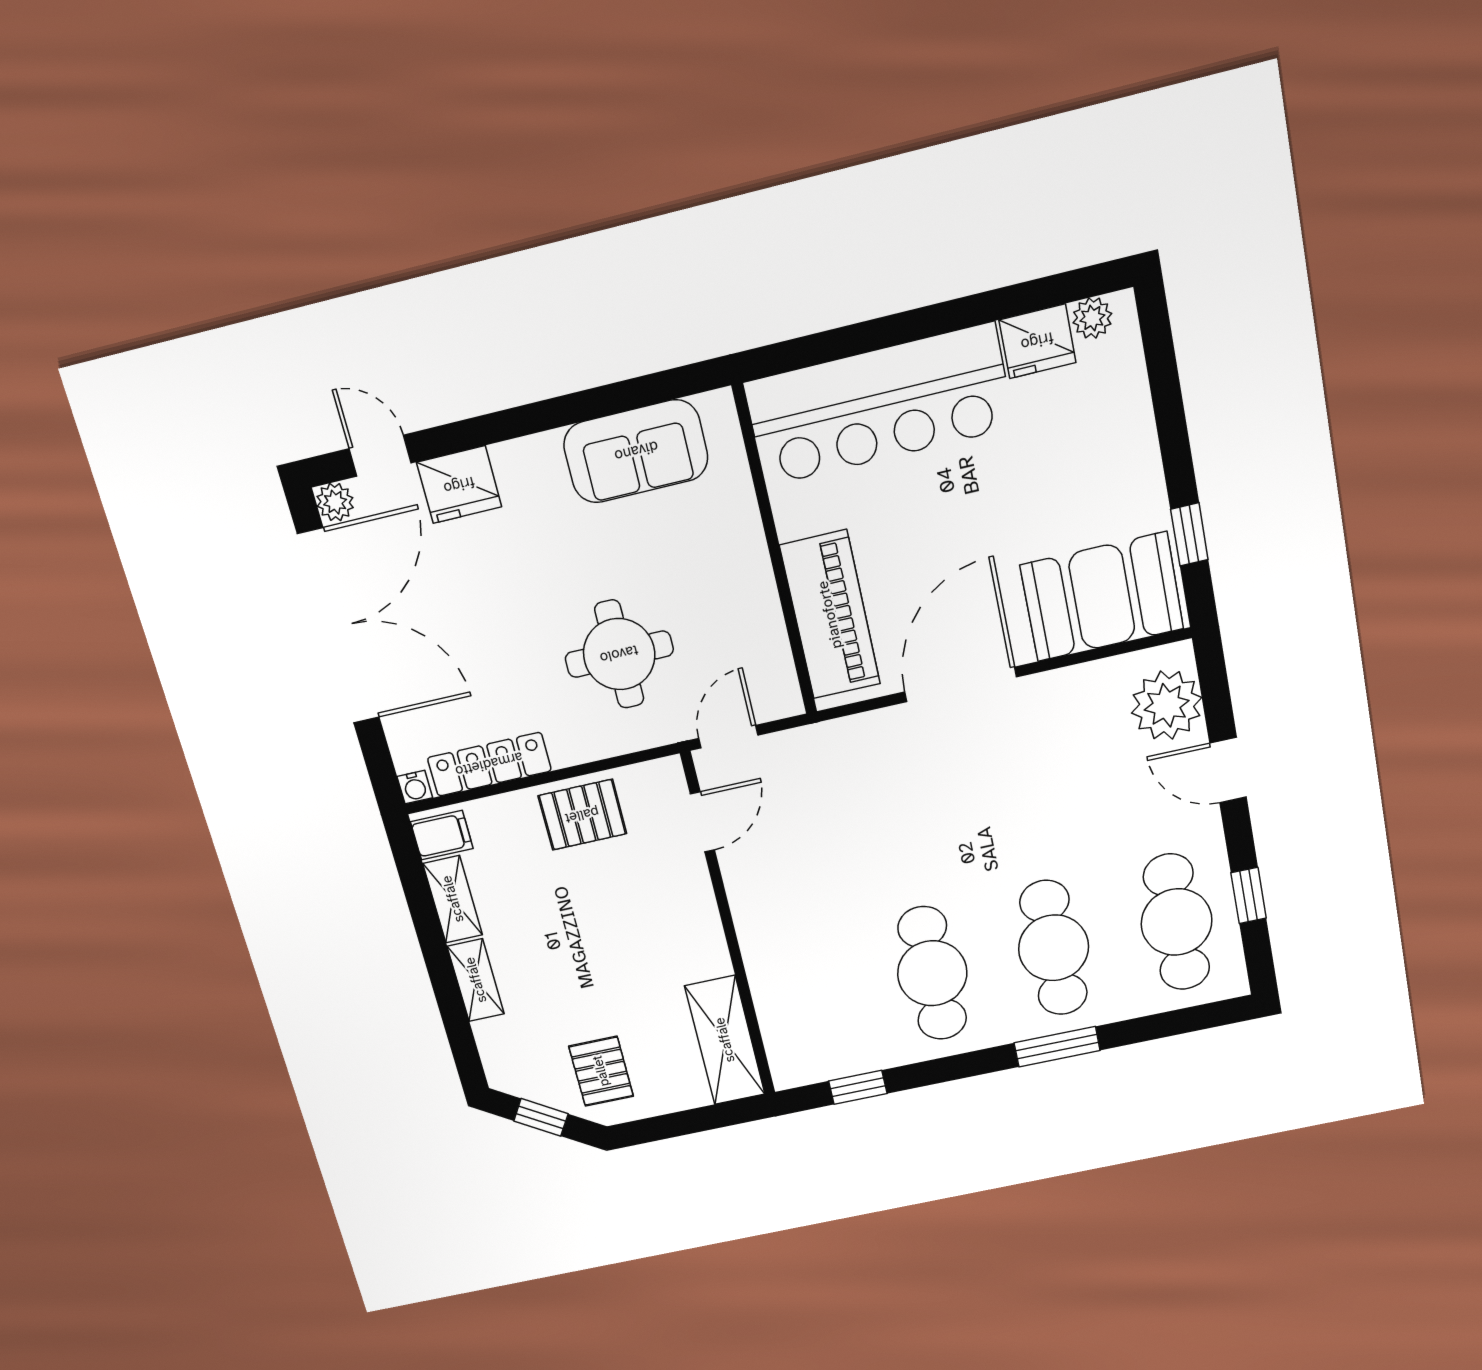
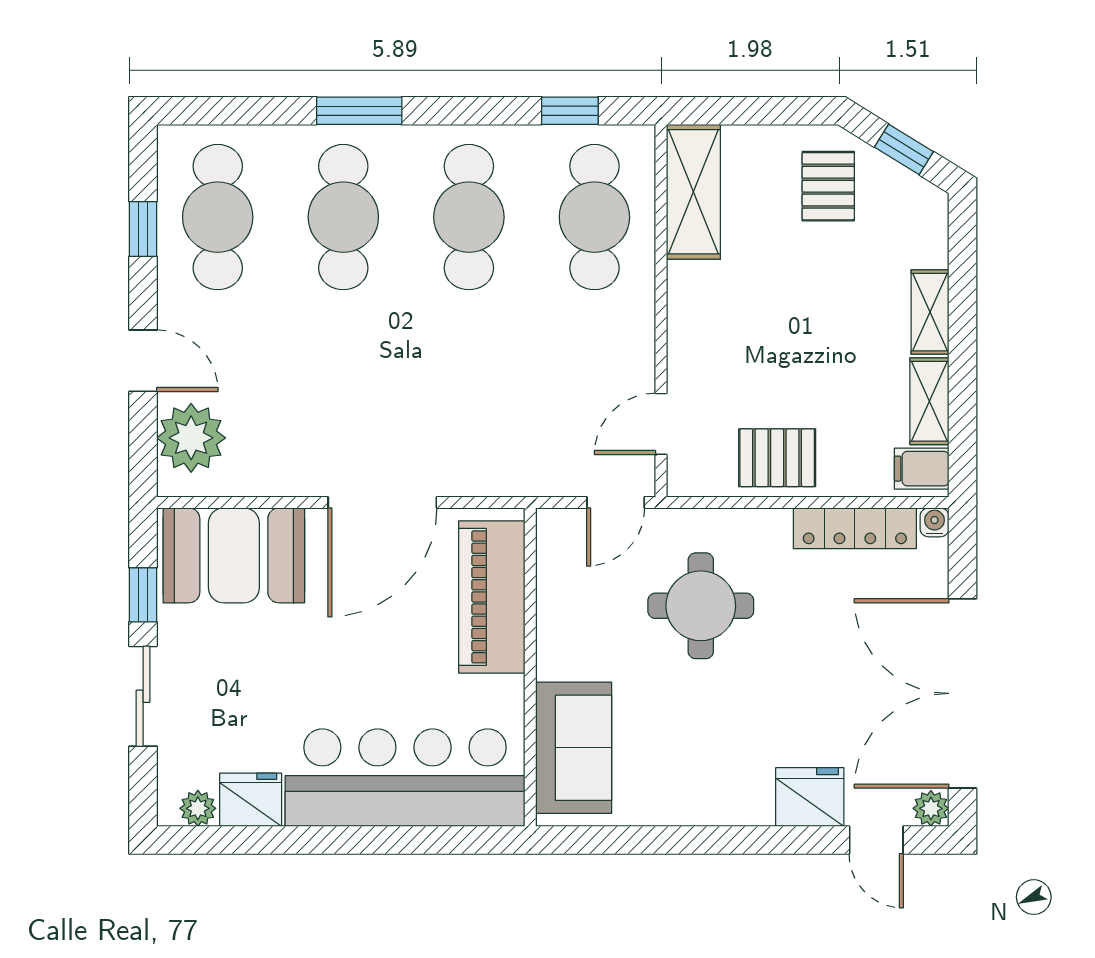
sliding door: (1172, 427) -> (143, 696), added
sofa: (636, 451) -> (574, 748), moved, turned 90
cafe table: (813, 998) -> (594, 217), added

